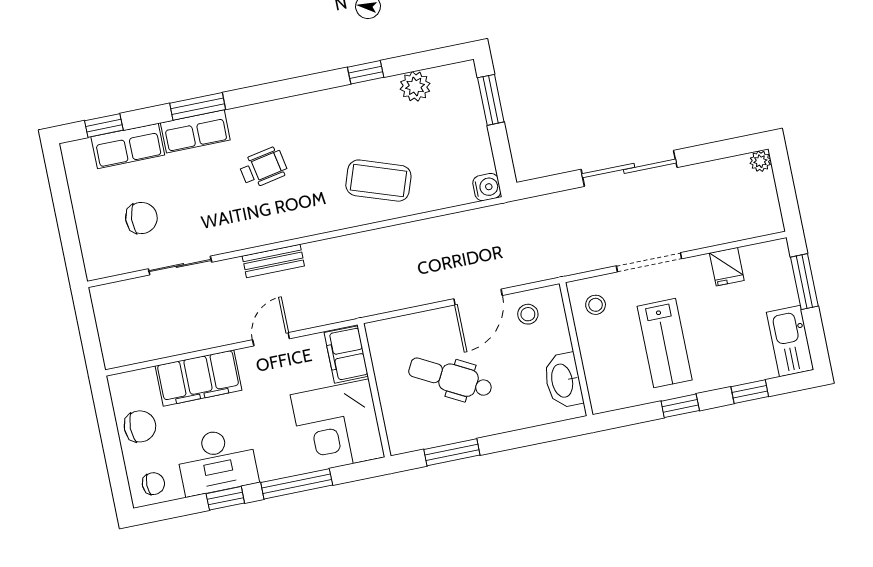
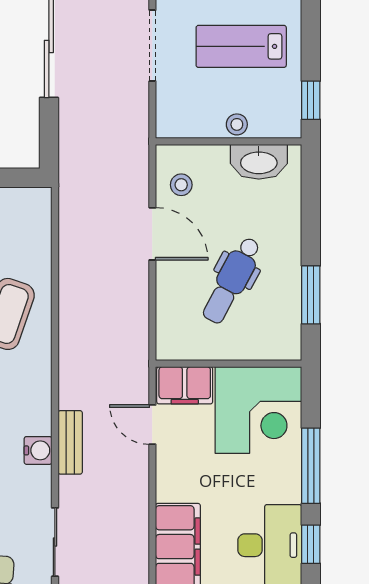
water cooler: (487, 187) -> (38, 450), moved, turned 90
stool: (596, 305) -> (237, 124), moved
door: (271, 339) -> (152, 425), moved
lab bench: (665, 343) -> (241, 46), turned 180
window: (680, 406) -> (311, 100), moved

